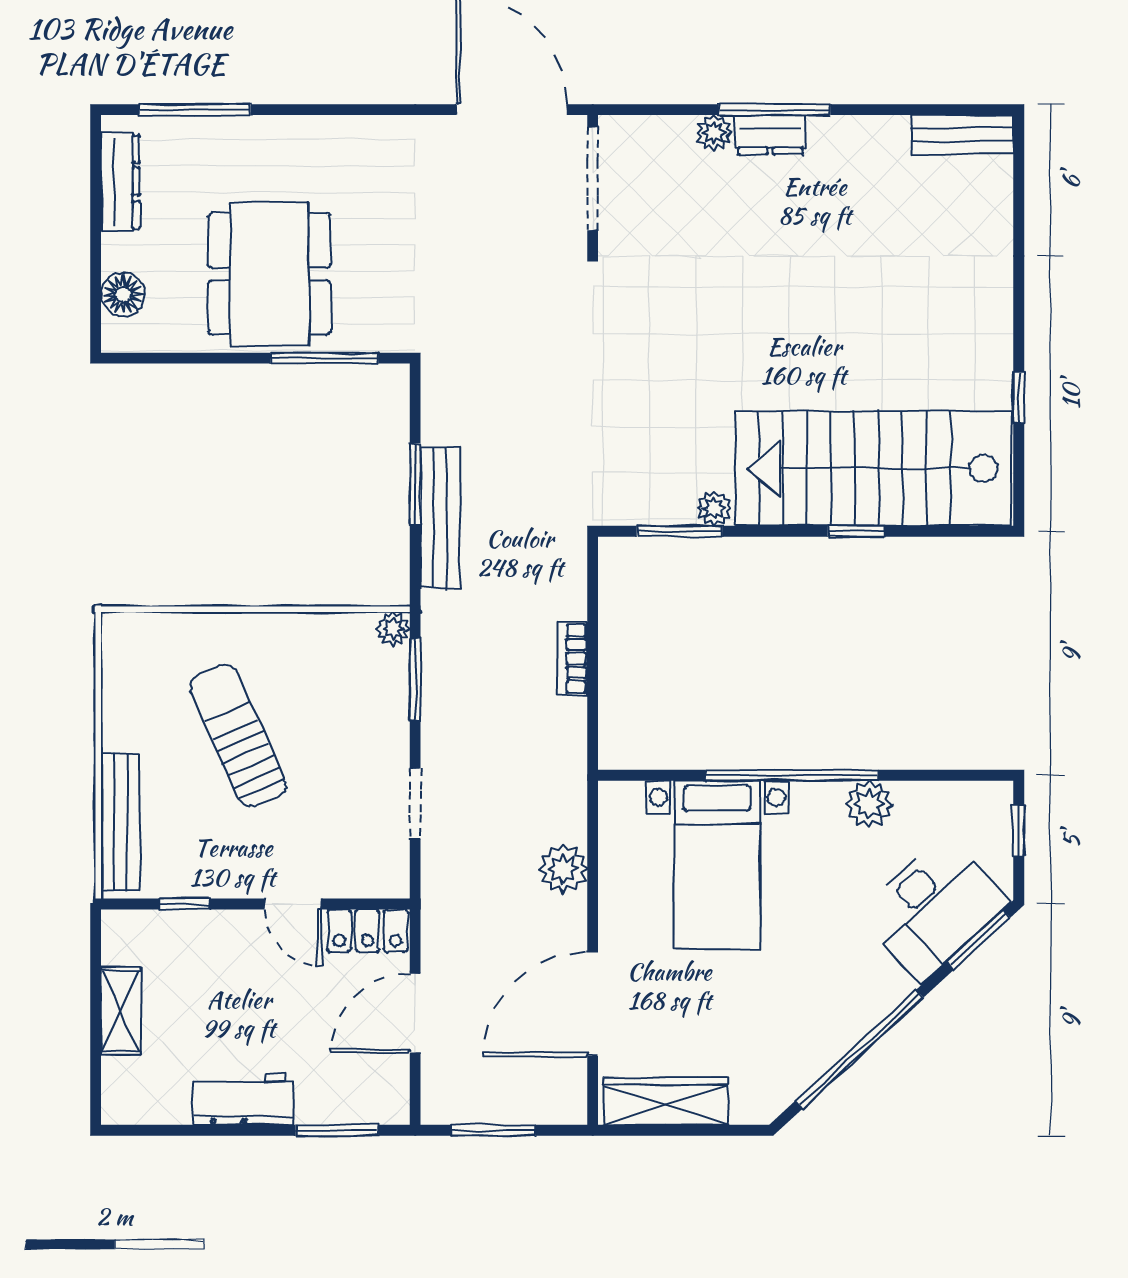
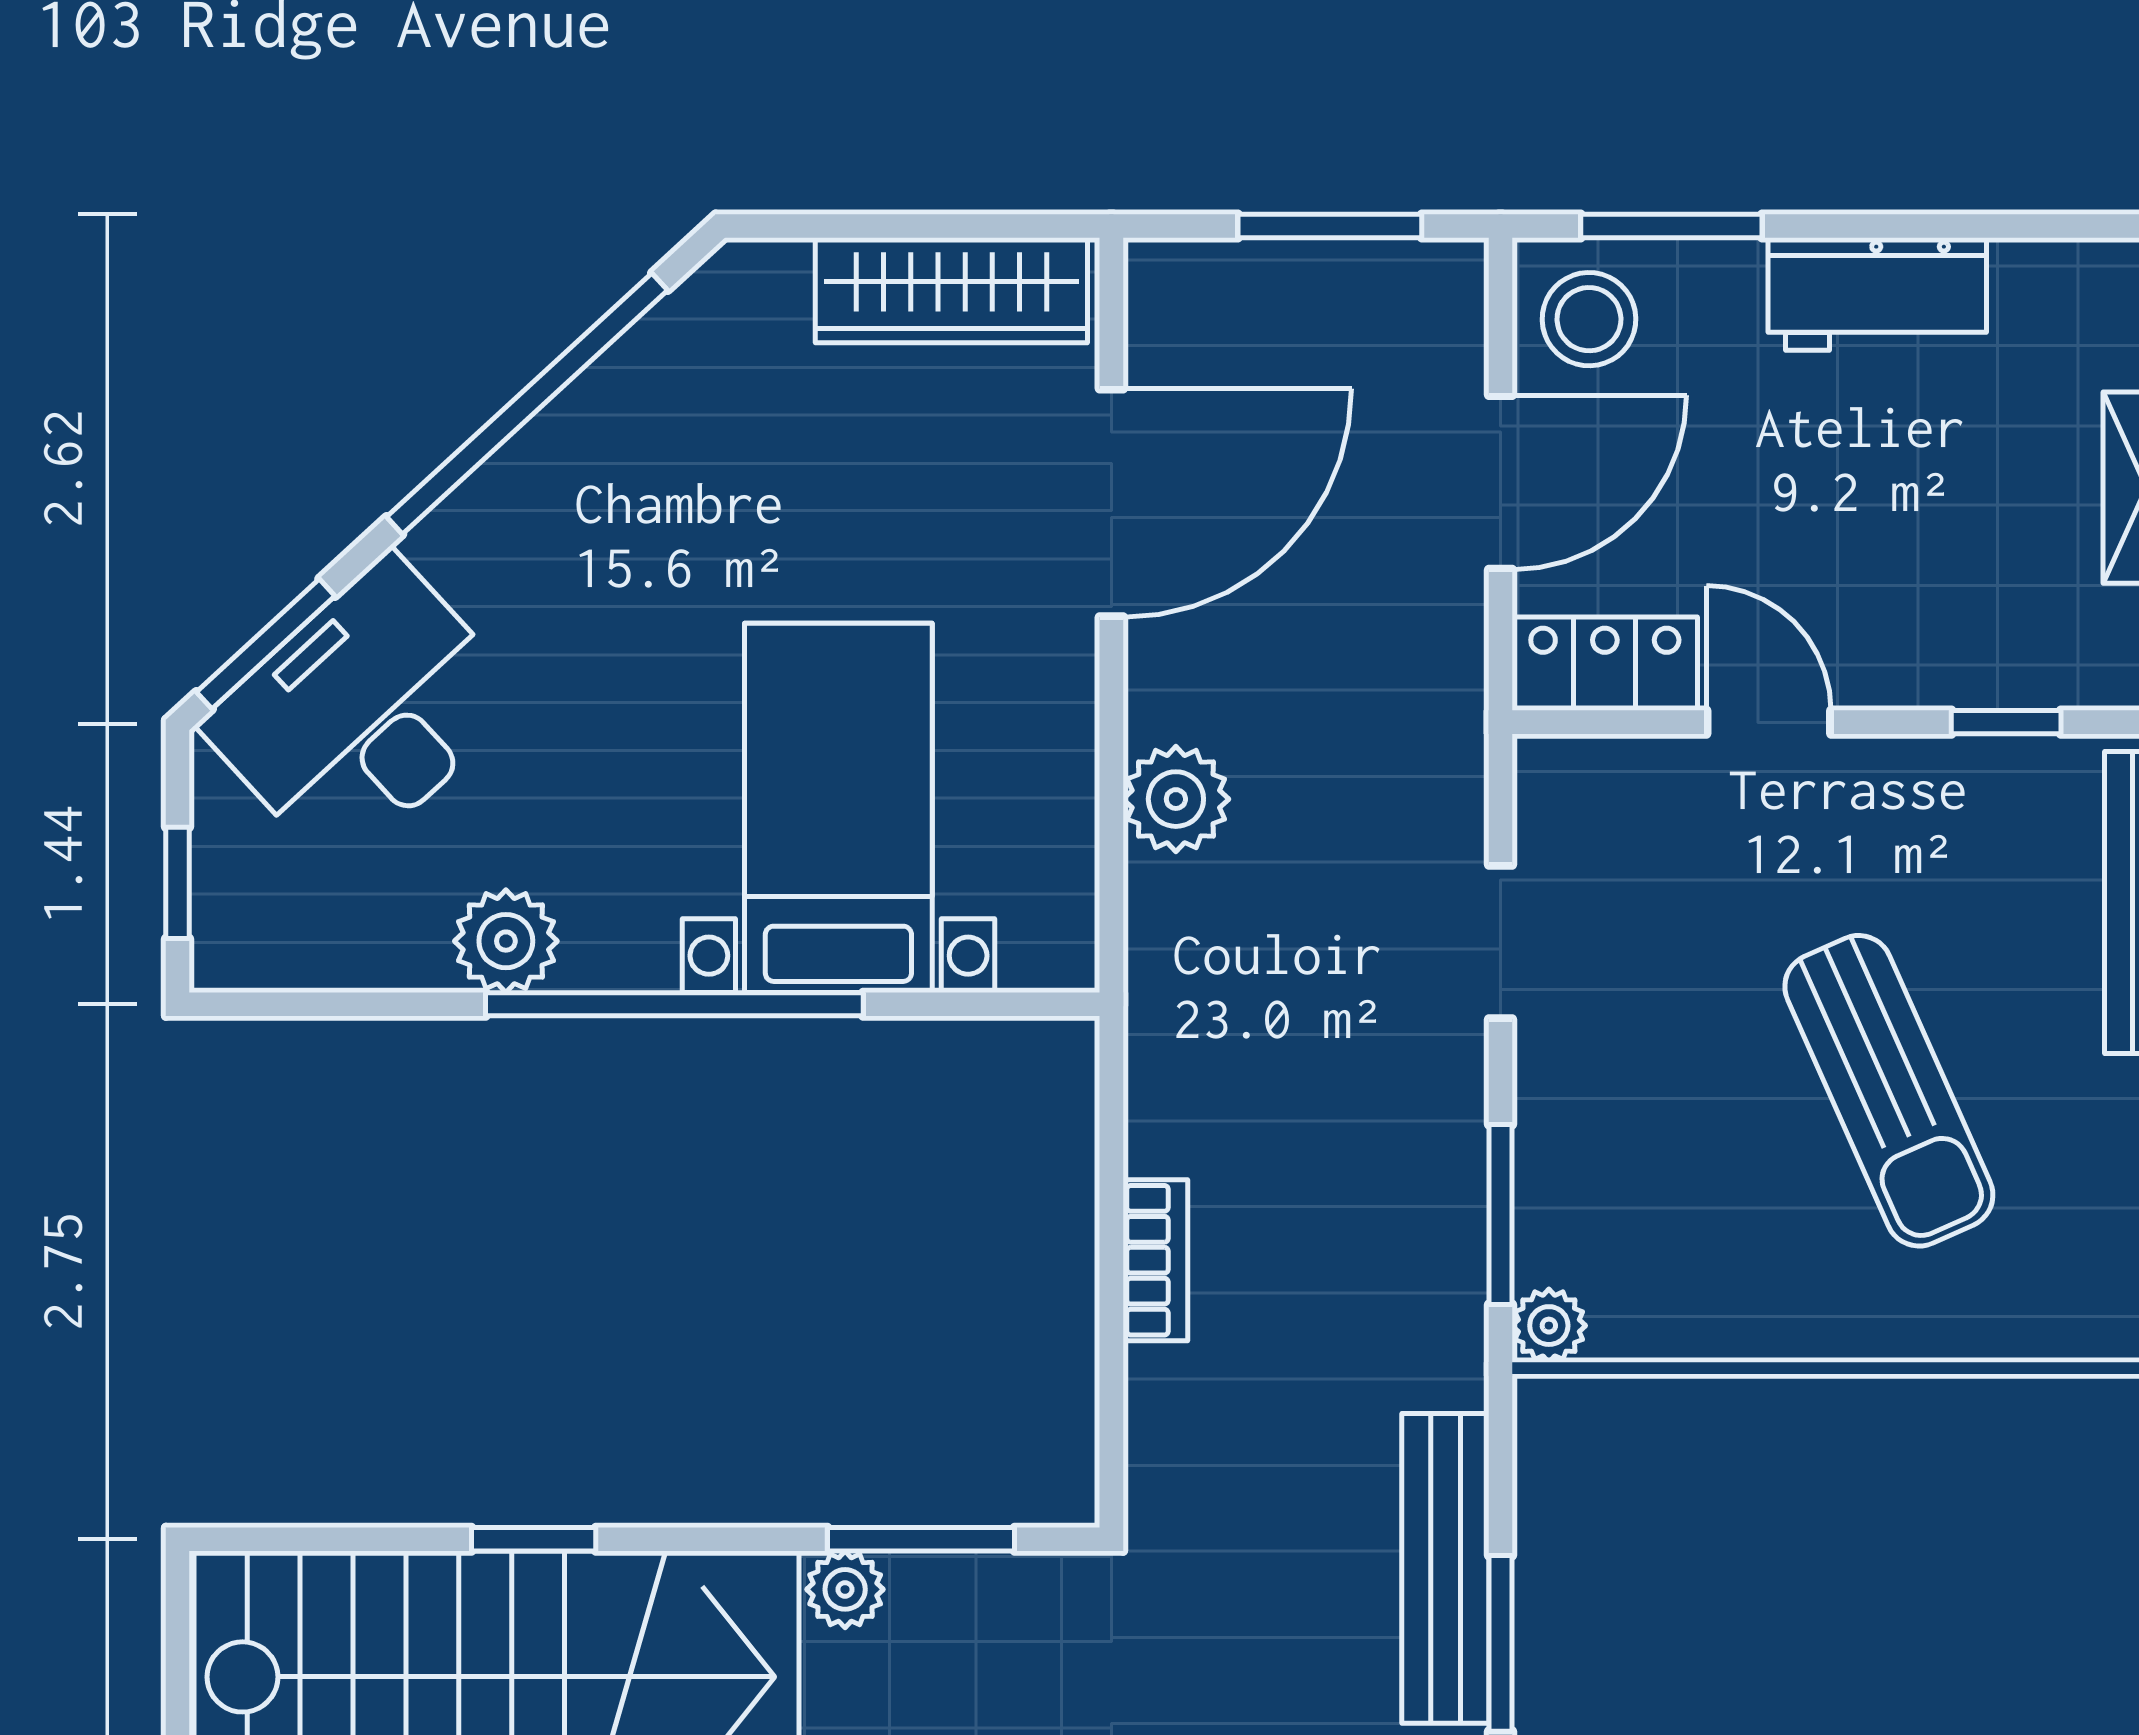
stool: (375, 1088) -> (1589, 319), added

